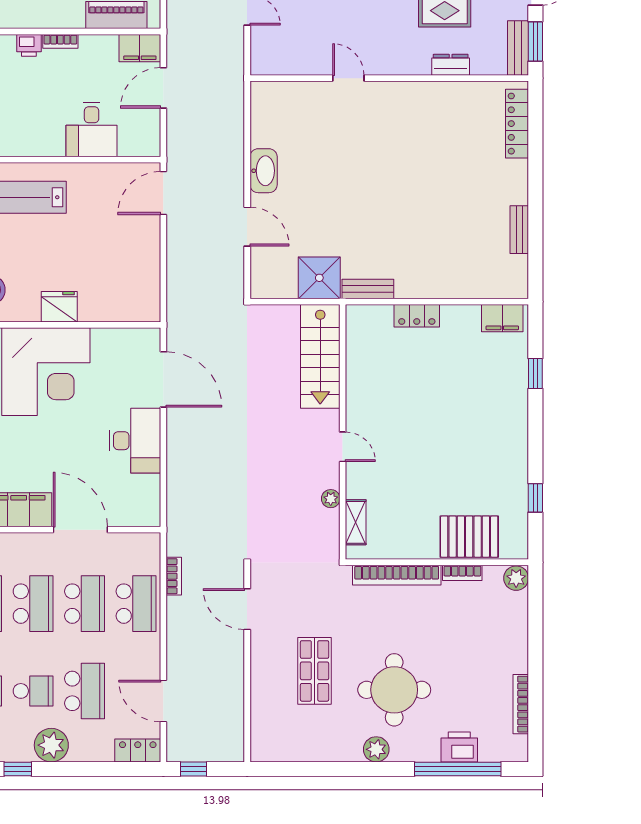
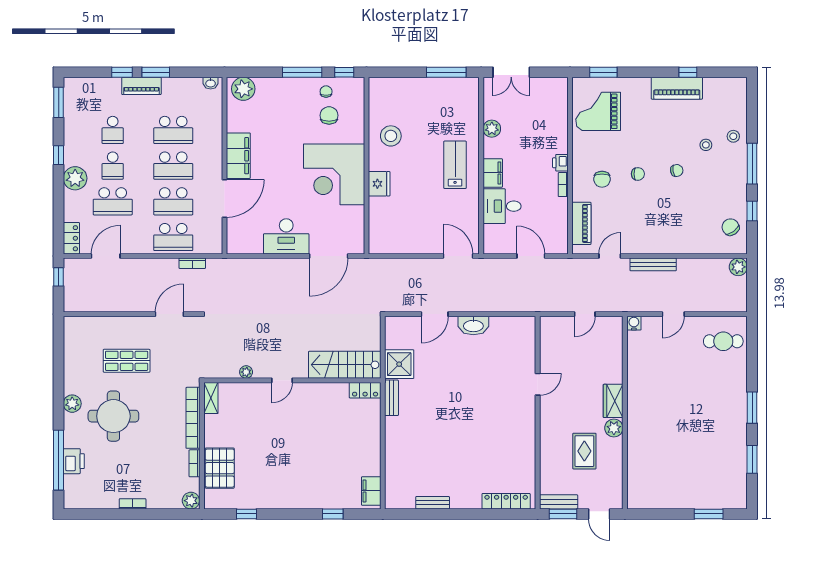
filing cabinet: (140, 48) -> (493, 173), moved, turned 180
dresser: (451, 65) -> (547, 455), removed
locker: (417, 316) -> (365, 390), moved, turned -90
shelving: (356, 522) -> (211, 398), moved, turned 90
bookcase: (521, 704) -> (133, 504), moved, width x0.64

